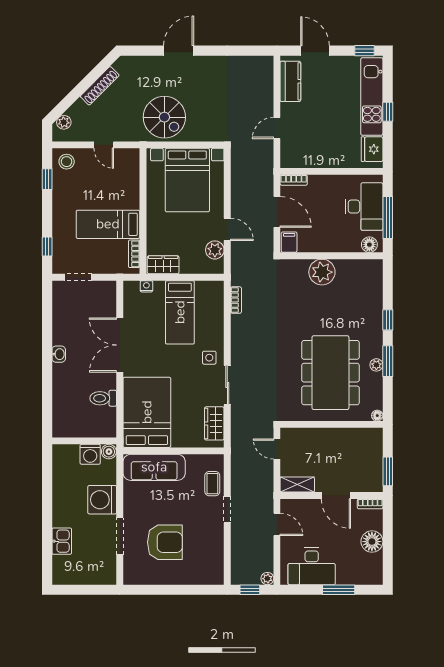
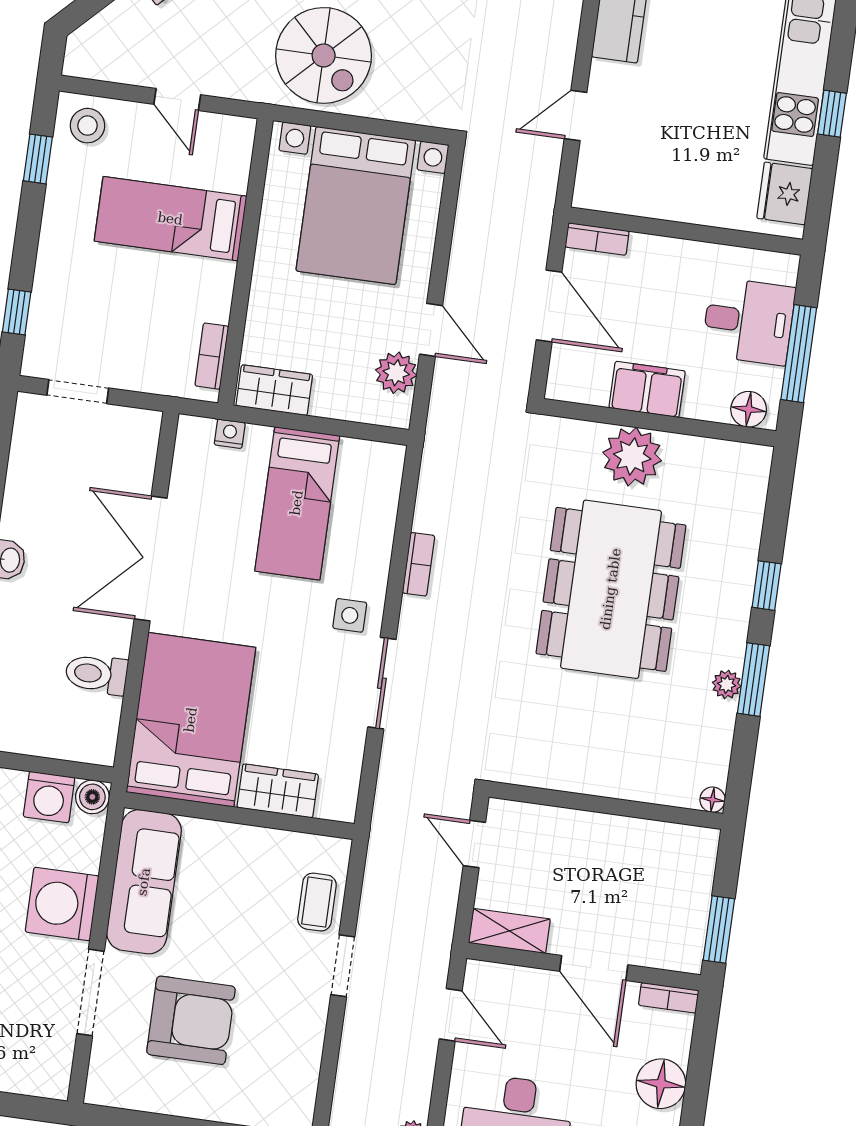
plant: (64, 122) -> (94, 35), removed
desk: (364, 207) -> (748, 321), width x0.73
bed: (108, 224) -> (170, 219), moved
filing cabinet: (289, 242) -> (647, 389), moved, width x2.00
bookcase: (236, 300) -> (419, 564), moved
dining table: (330, 373) -> (611, 589), moved
wardrobe: (214, 423) -> (278, 791), moved, turned 90
sofa: (154, 467) -> (144, 882), moved, turned -90

